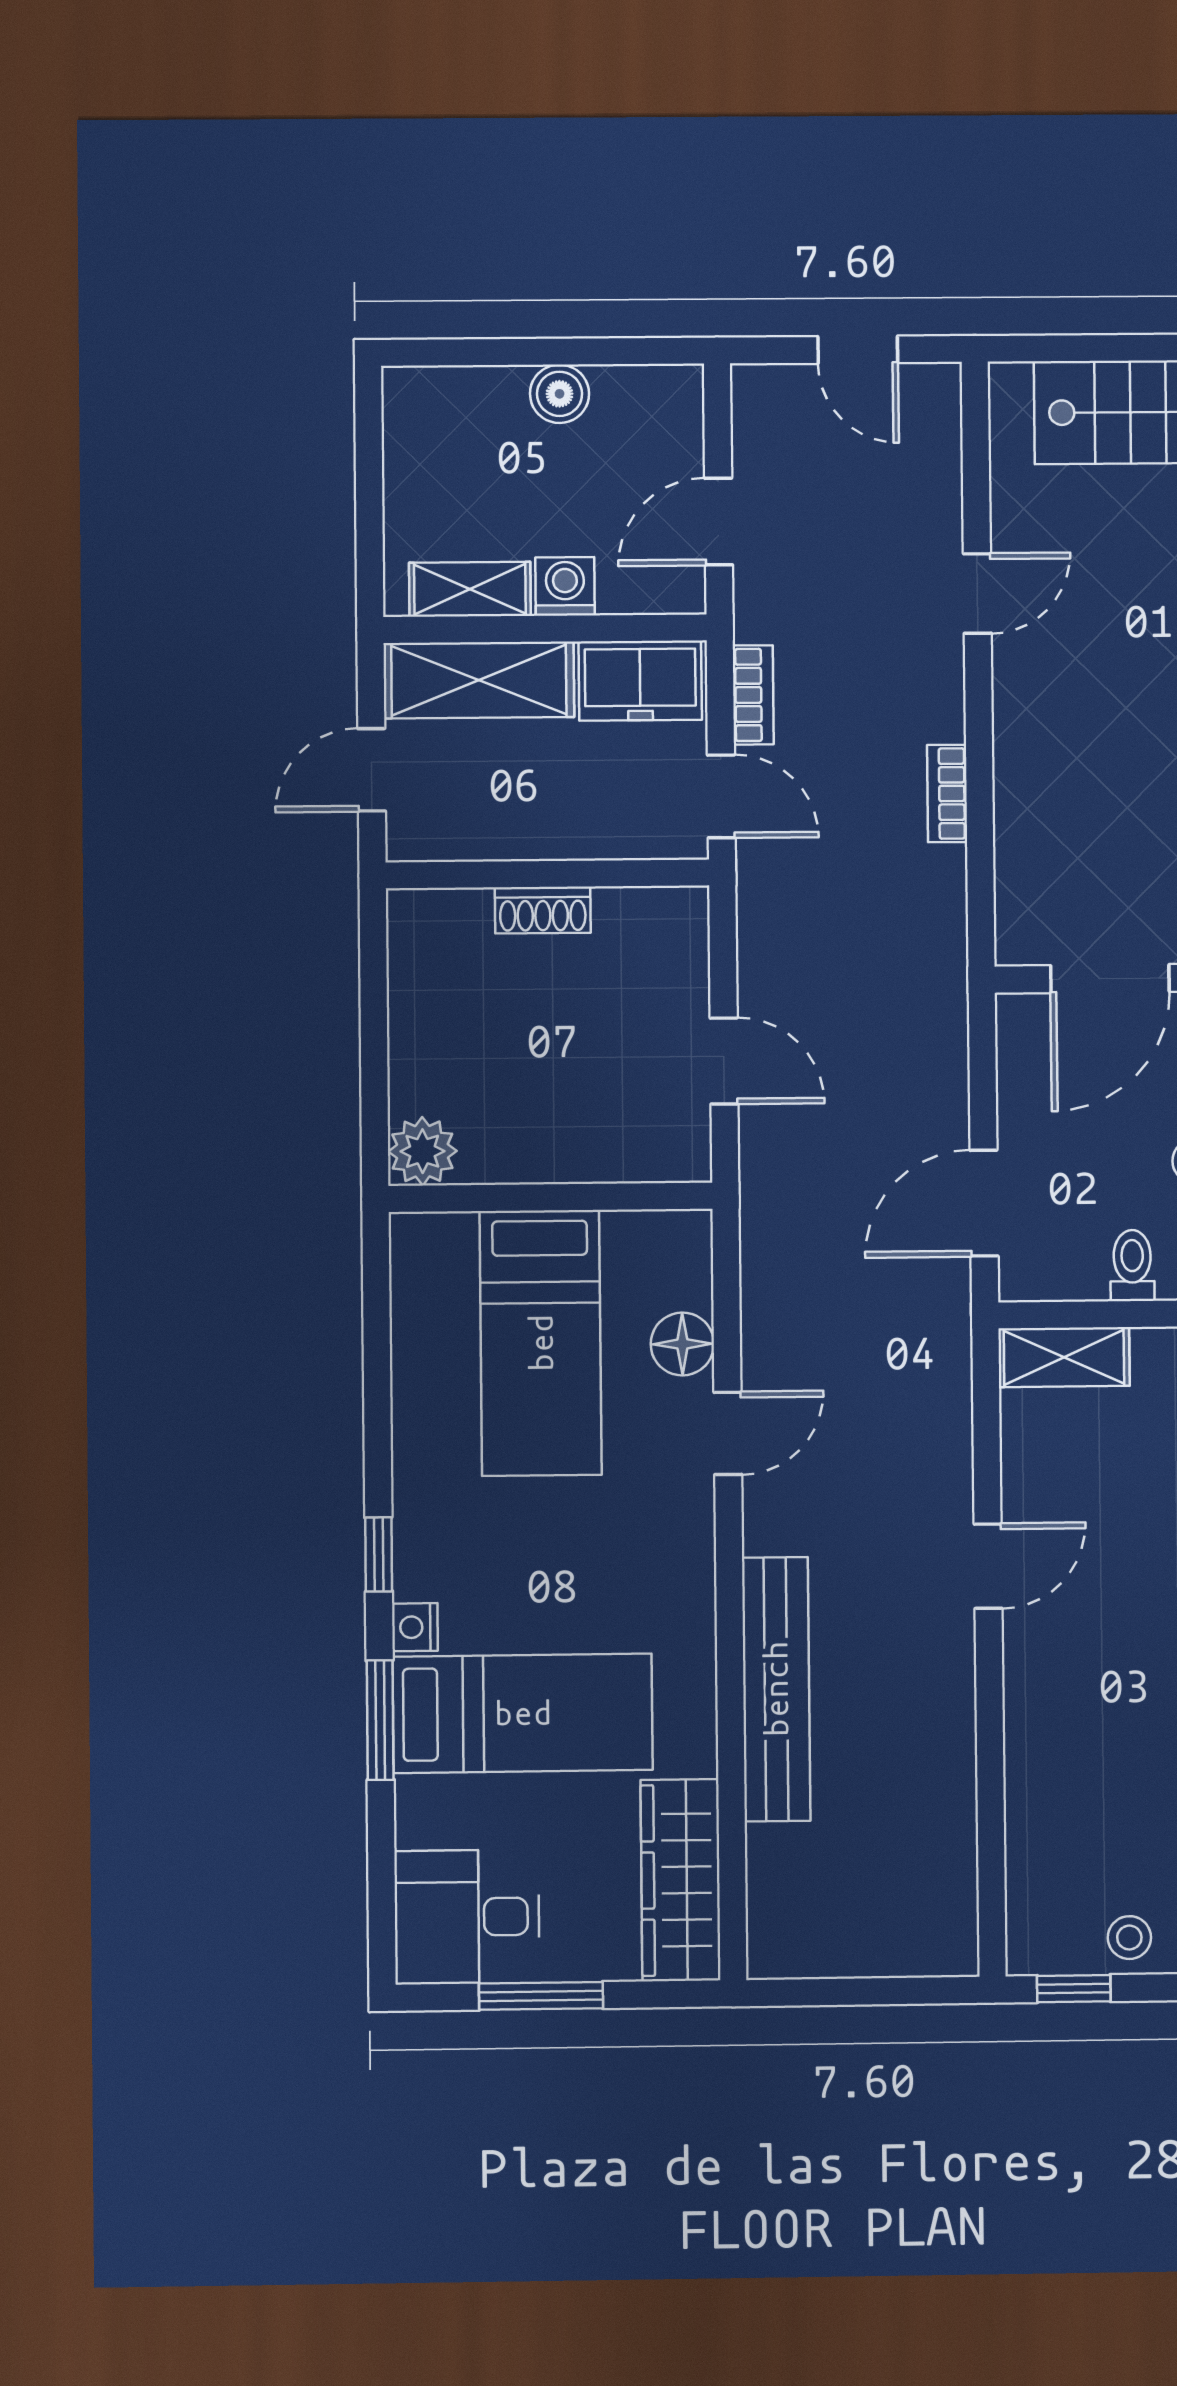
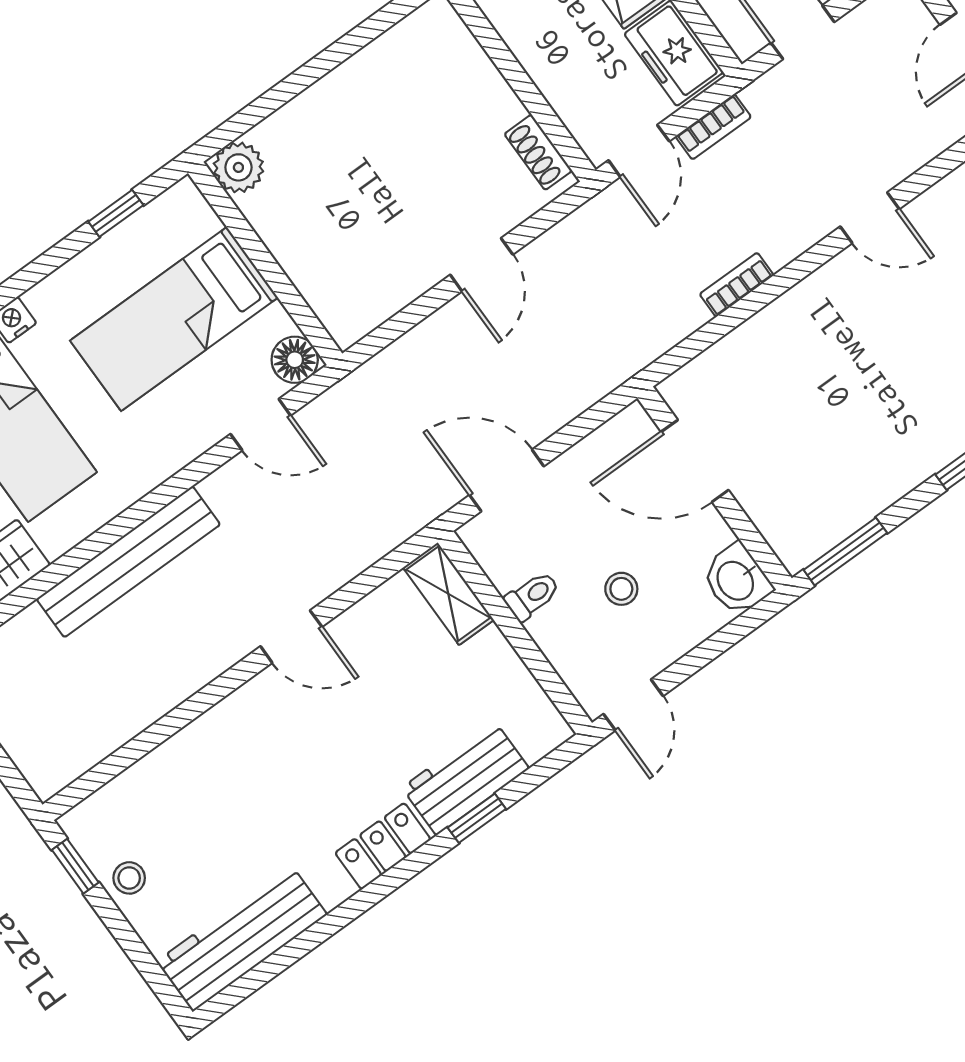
shoe rack: (543, 910) -> (538, 152), moved
plant: (422, 1151) -> (238, 167), moved
wall: (551, 1197) -> (265, 263), moved
bed: (541, 1343) -> (174, 319), moved
window: (379, 1554) -> (116, 213), moved

